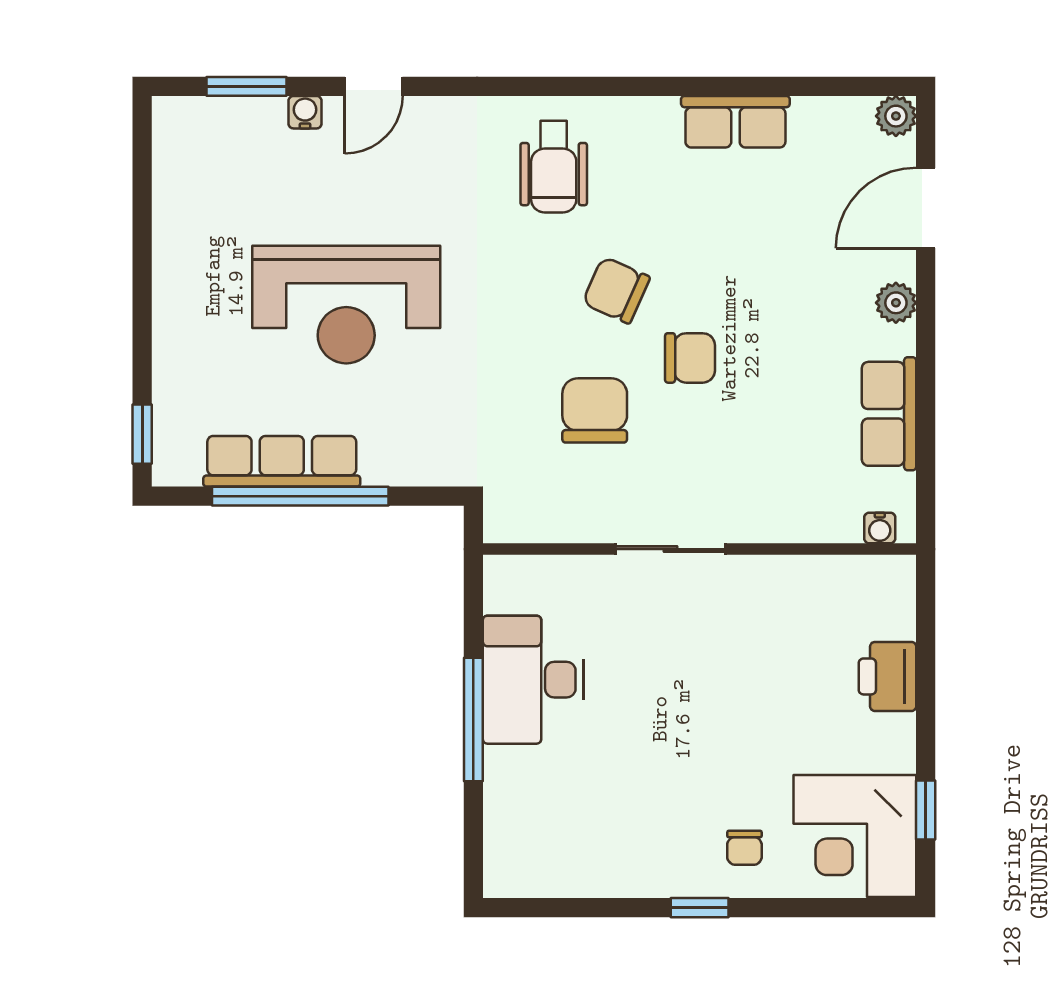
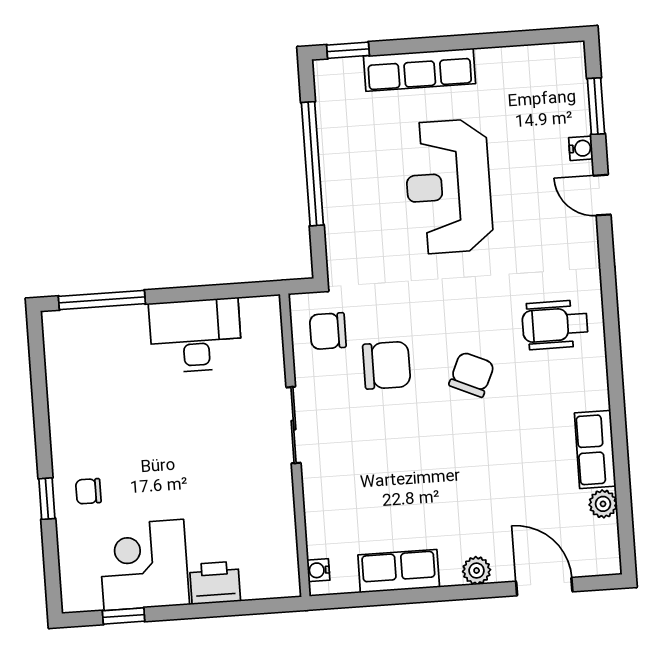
plant: (896, 116) -> (603, 504), moved
chair: (690, 358) -> (328, 331), moved, turned 90
row of seats: (282, 461) -> (419, 70), moved, turned 90
window: (473, 719) -> (102, 300), moved
corner desk: (855, 836) -> (144, 565), moved
window: (700, 908) -> (47, 499), moved

